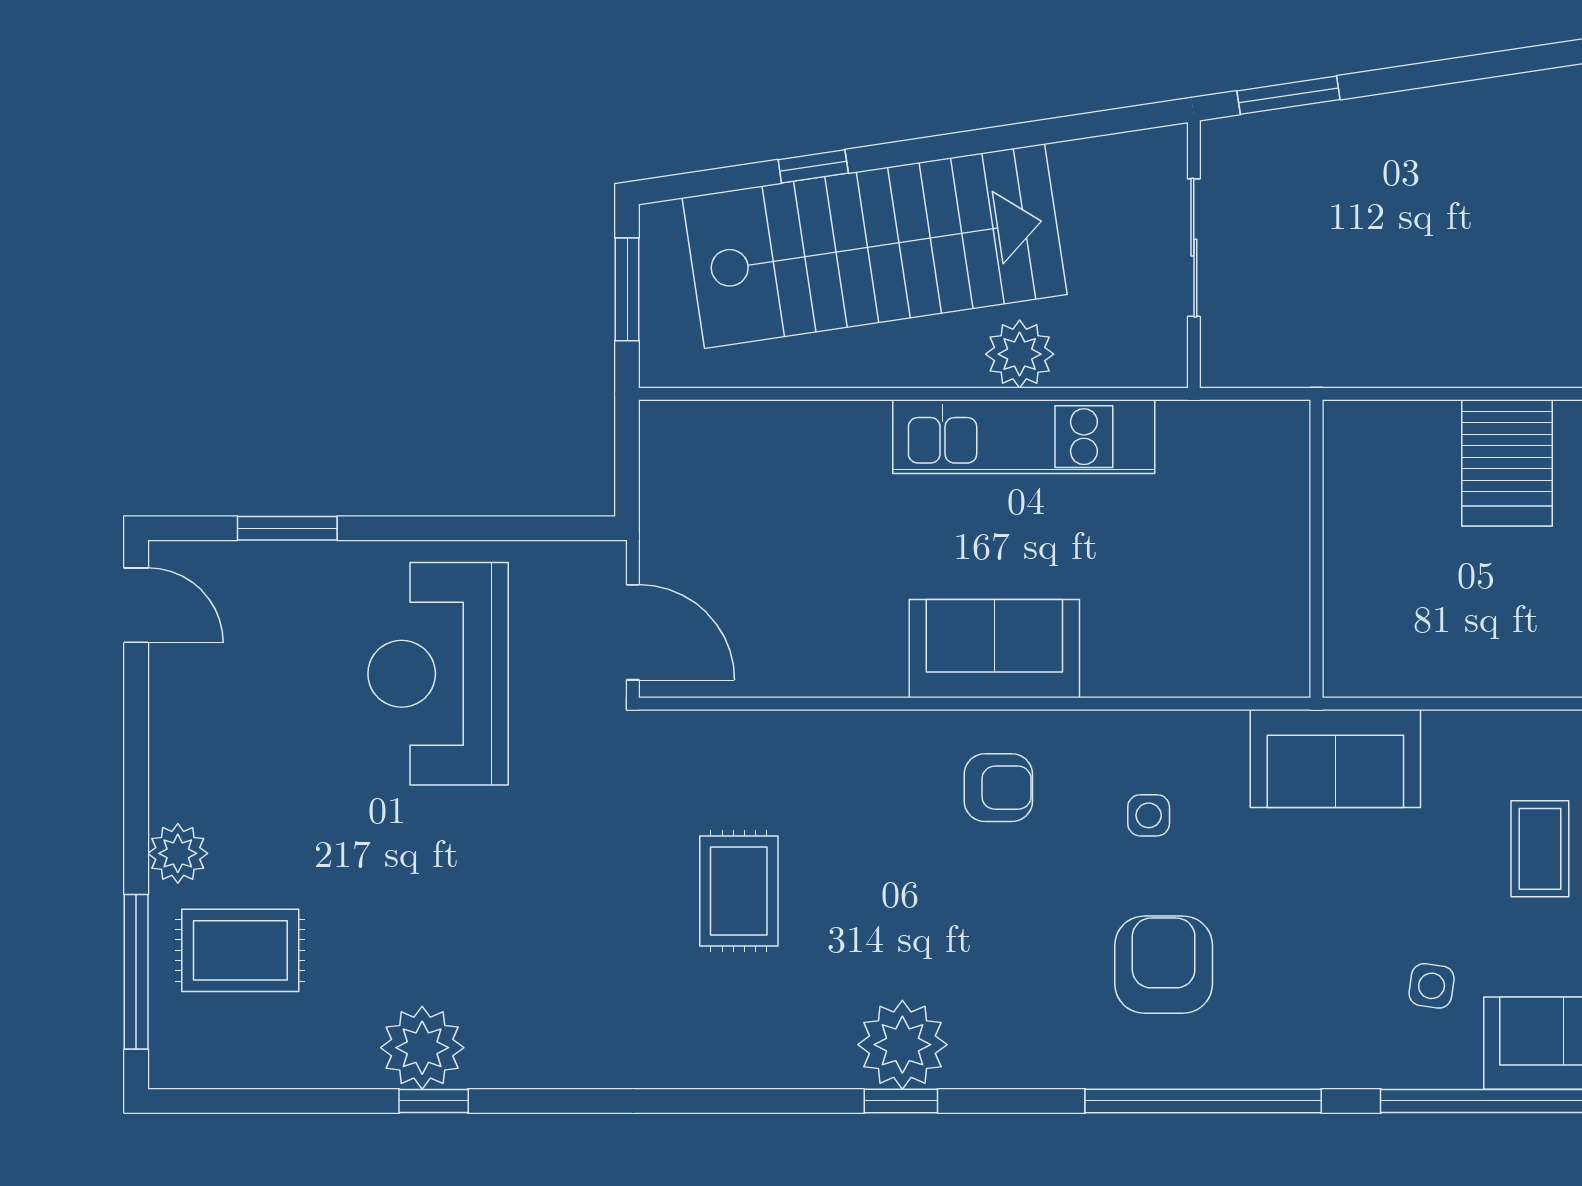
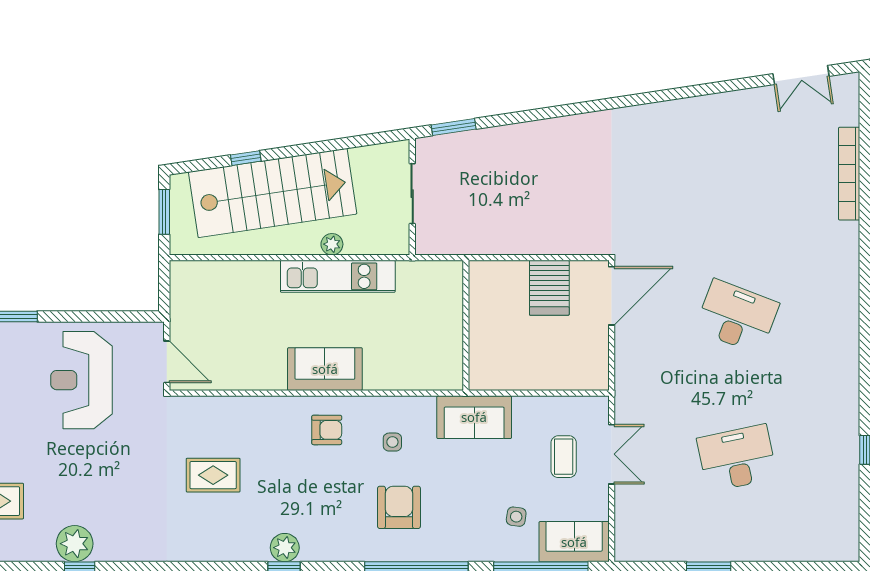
plant: (1020, 354) -> (332, 244), width x0.73, depth x0.73
rug: (739, 891) -> (213, 475), turned 90
plant: (902, 1045) -> (285, 548), width x0.73, depth x0.73

